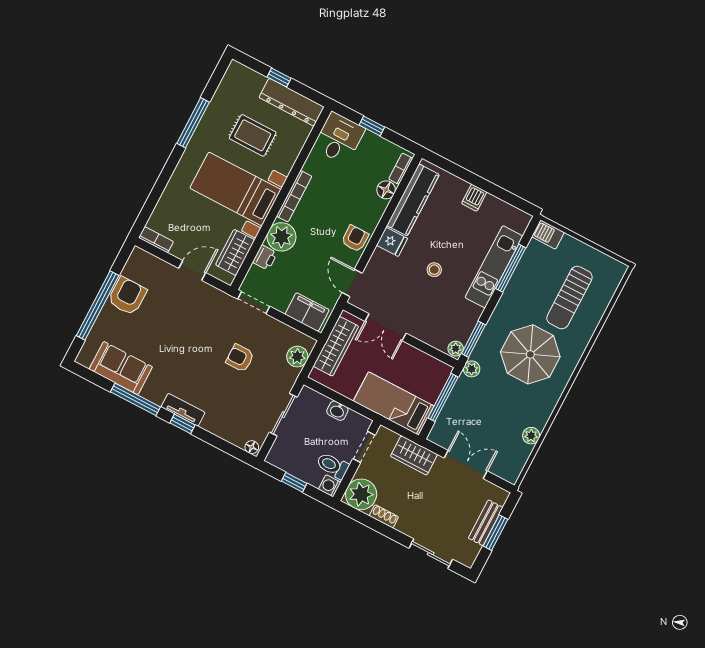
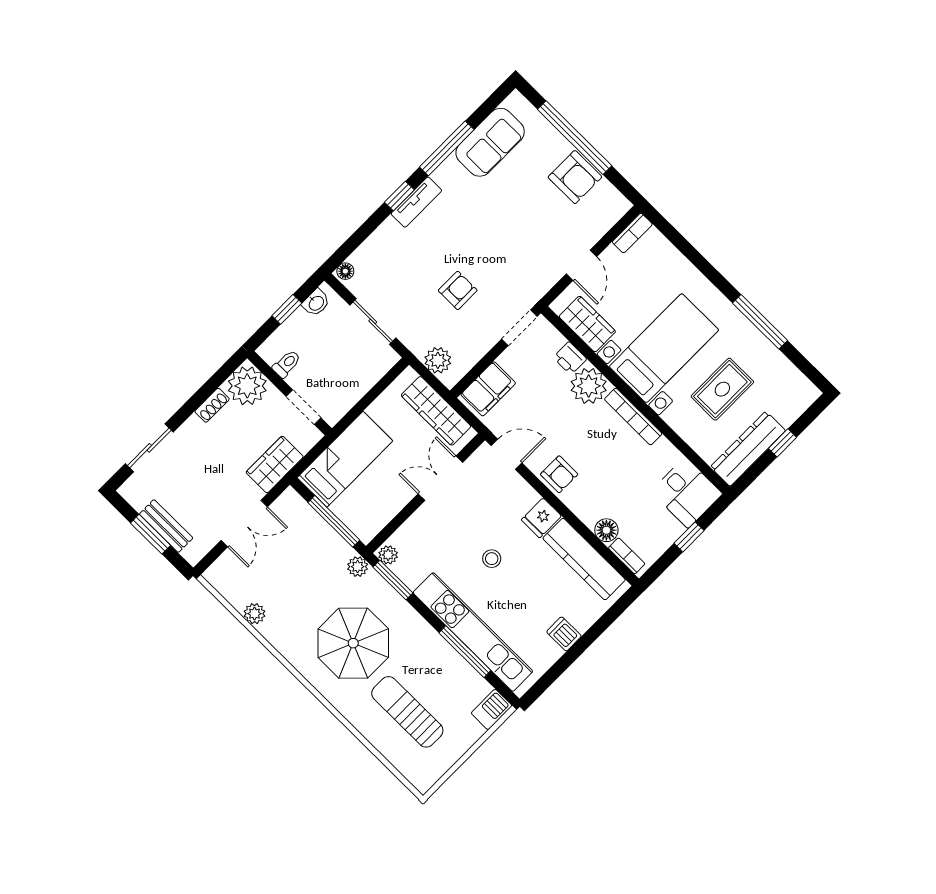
kitchen unit: (494, 267) -> (473, 632), width x1.36
washbasin: (337, 411) -> (316, 303), moved, turned 180
toilet: (333, 466) -> (287, 364), width x0.73, depth x0.72
washing machine: (330, 486) -> (269, 351), removed

